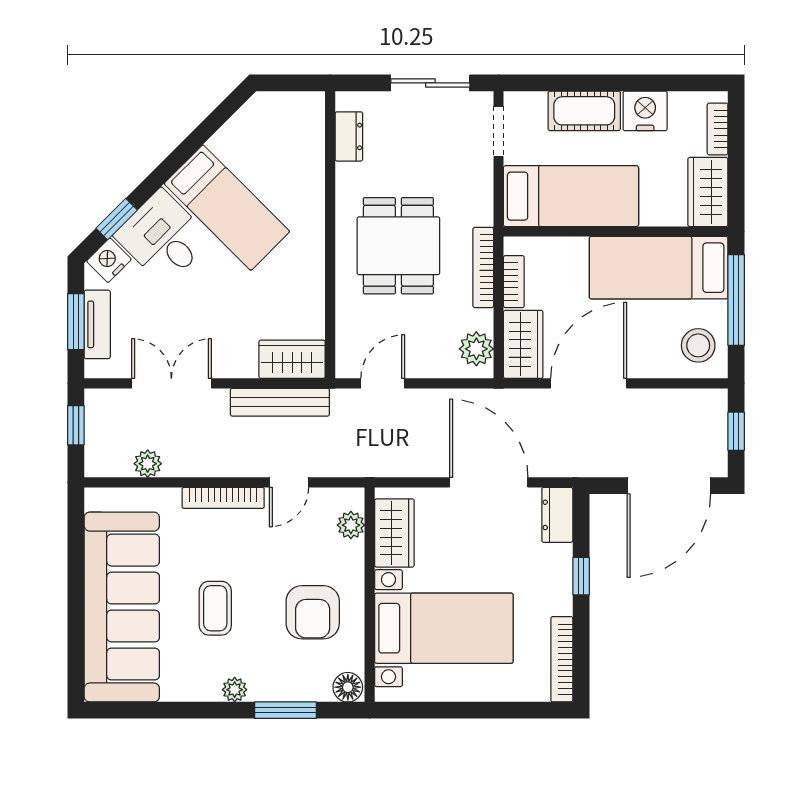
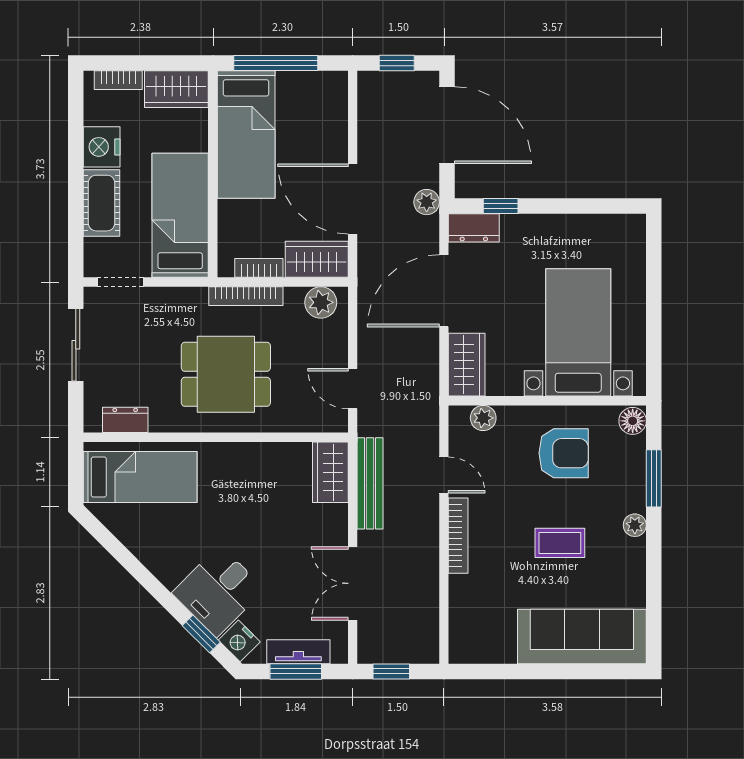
bed: (227, 208) -> (140, 477), moved, turned 45
stool: (698, 345) -> (318, 98), removed
plant: (148, 464) -> (427, 202), moved
wardrobe: (394, 533) -> (467, 365), moved, turned 90
window: (581, 576) -> (501, 206), moved
sofa: (122, 607) -> (582, 637), width x0.74, depth x0.79
bookcase: (562, 659) -> (607, 224), removed

